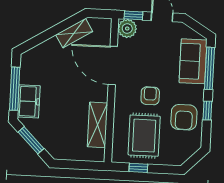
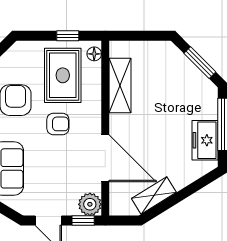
armchair: (150, 96) -> (58, 124), turned -90
freezer: (29, 101) -> (205, 140), moved
floor lamp: (117, 152) -> (94, 54), added

